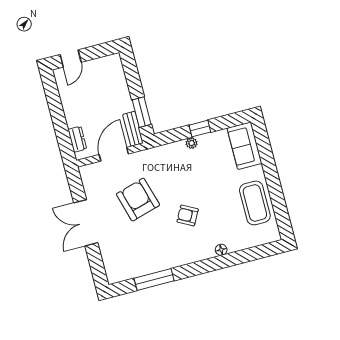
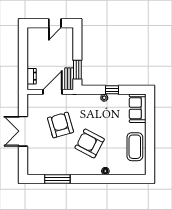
door: (71, 58) -> (55, 23), moved
armchair: (188, 215) -> (90, 143), width x1.88, depth x1.88

